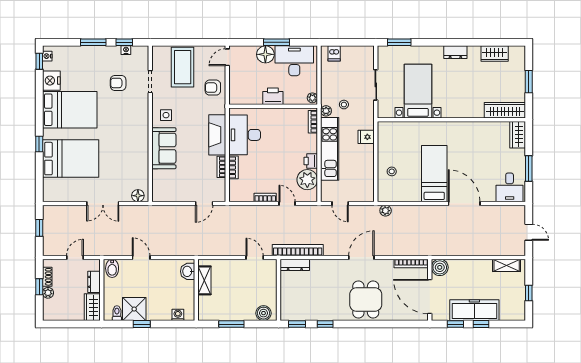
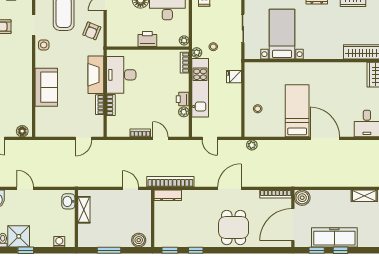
armchair: (213, 88) -> (92, 31), turned -68
side table: (166, 115) -> (44, 45), moved
plant: (307, 180) -> (184, 112), width x0.53, depth x0.53
door: (430, 296) -> (293, 225), hinge flipped

